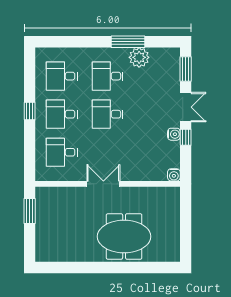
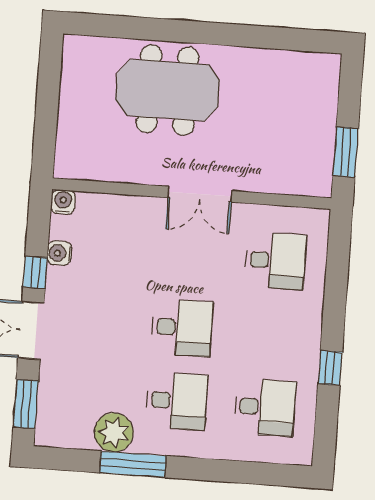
window: (30, 111) -> (330, 368), moved
desk: (62, 114) -> (270, 334), removed
water cooler: (174, 134) -> (59, 253), moved

